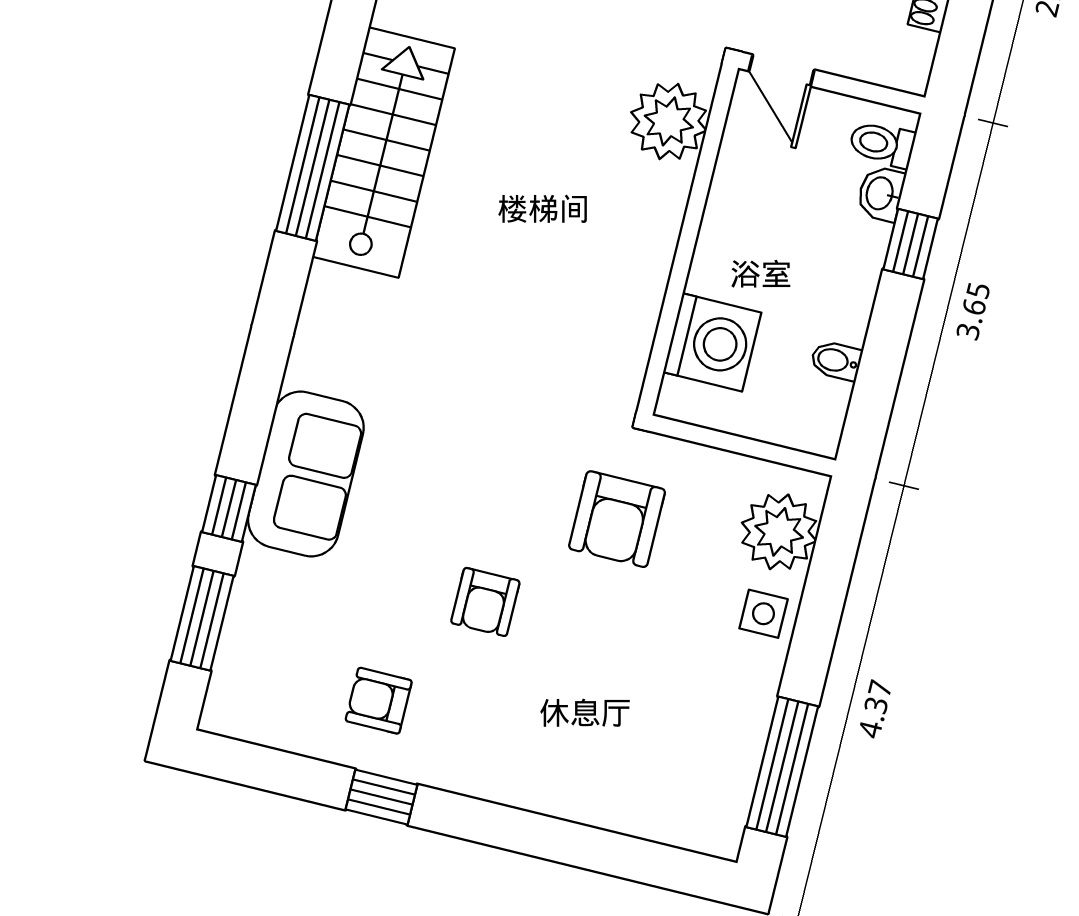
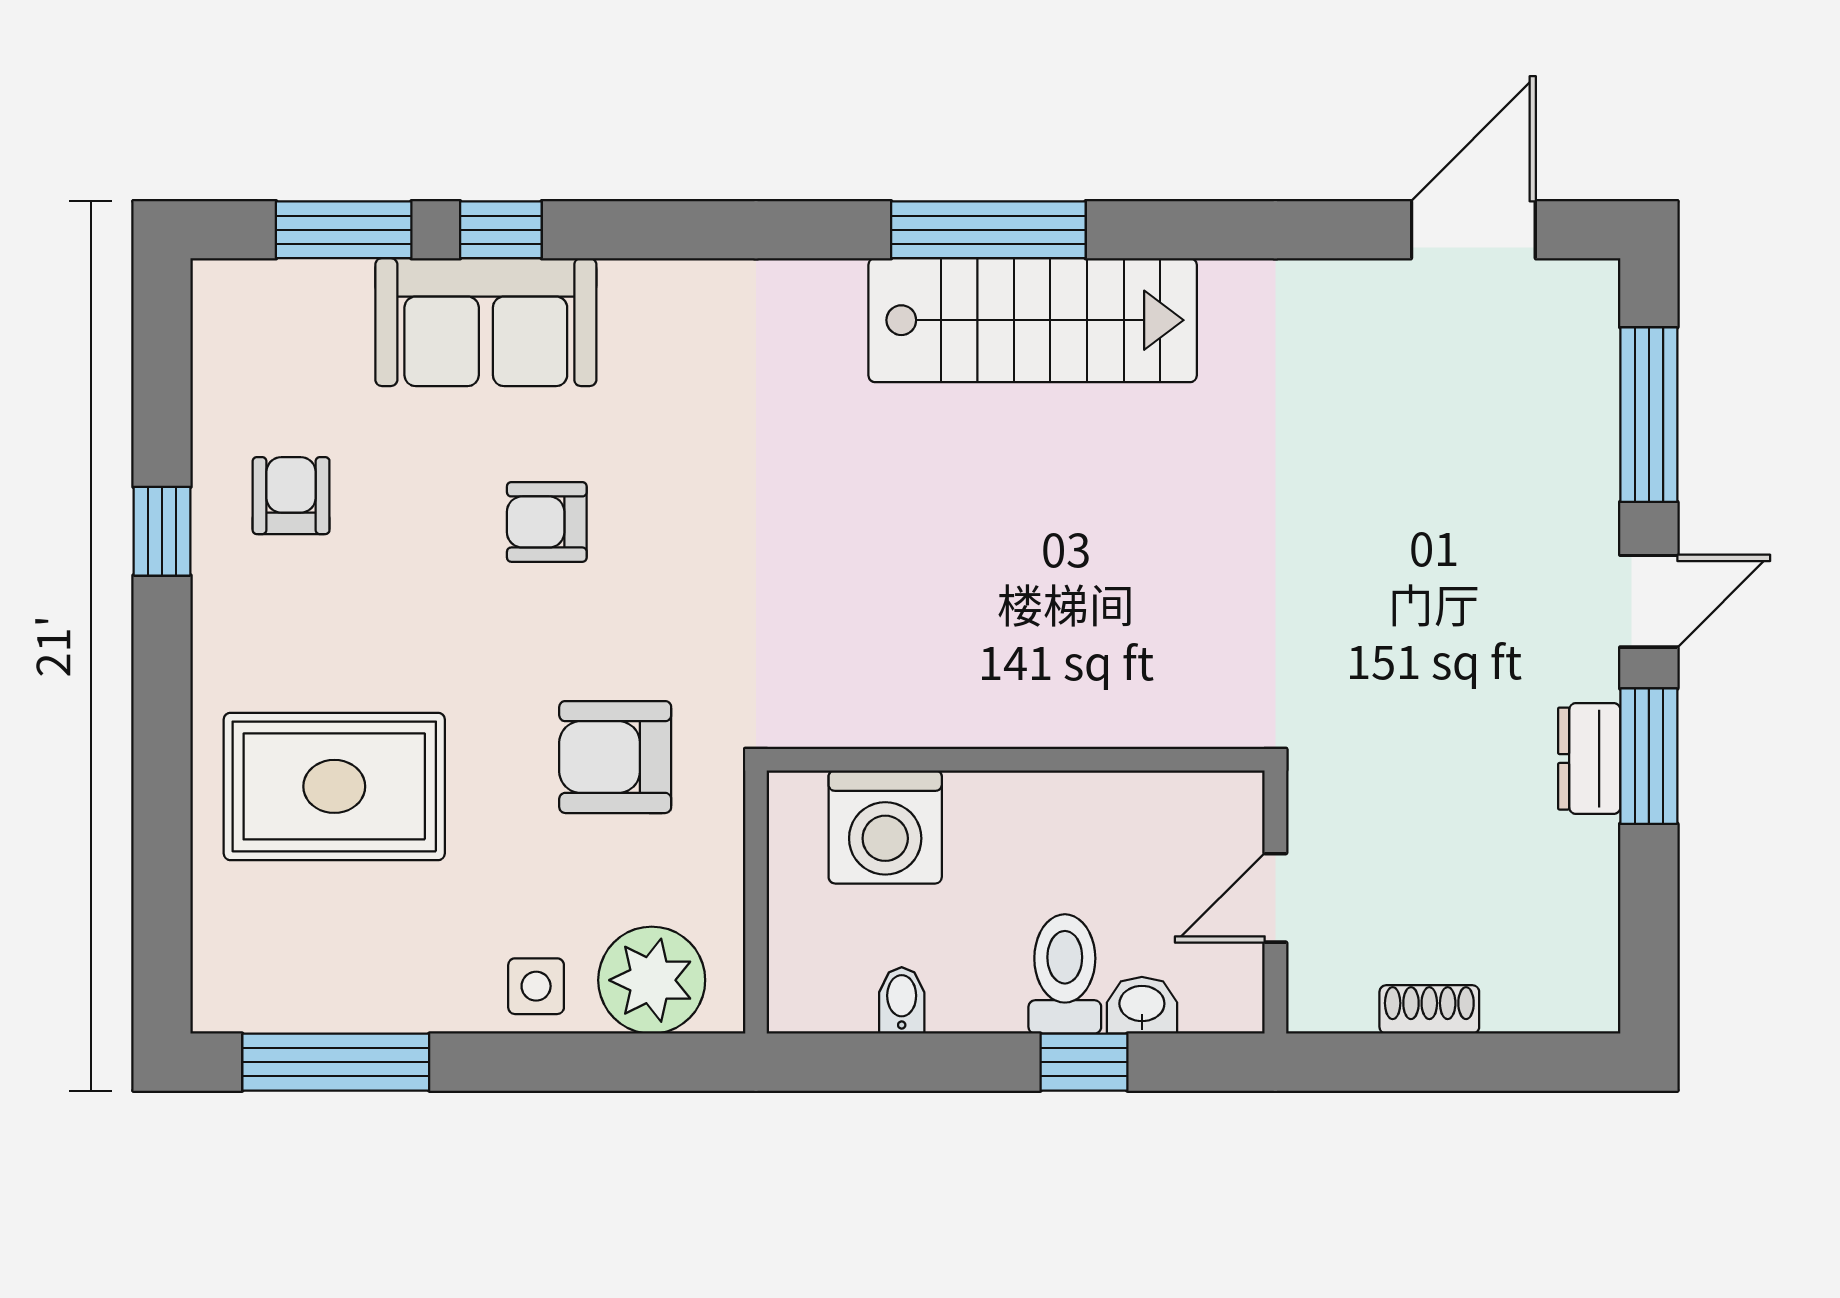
door: (782, 70) -> (1275, 898), moved
plant: (669, 121) -> (1169, 695), removed
toilet: (882, 144) -> (1065, 974), moved, width x1.37, depth x1.39
sofa: (306, 474) -> (486, 322), moved
armchair: (485, 602) -> (547, 522), moved
rug: (589, 720) -> (334, 786), added

